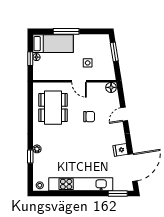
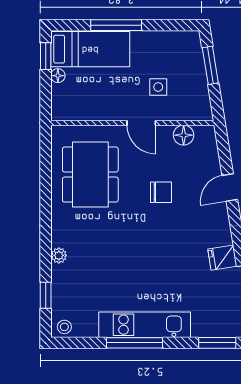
window: (30, 59) -> (46, 56), moved
floor lamp: (111, 87) -> (184, 135), moved
window: (30, 156) -> (46, 295), moved
kitchen unit: (81, 184) -> (145, 325), width x0.73
window: (76, 193) -> (135, 343), added

